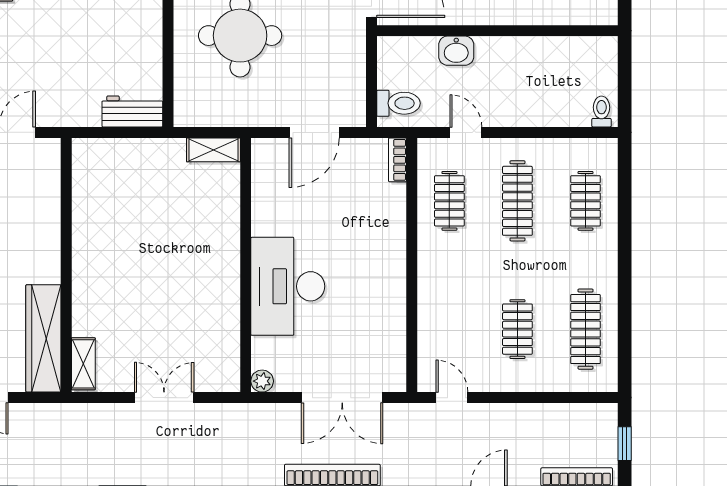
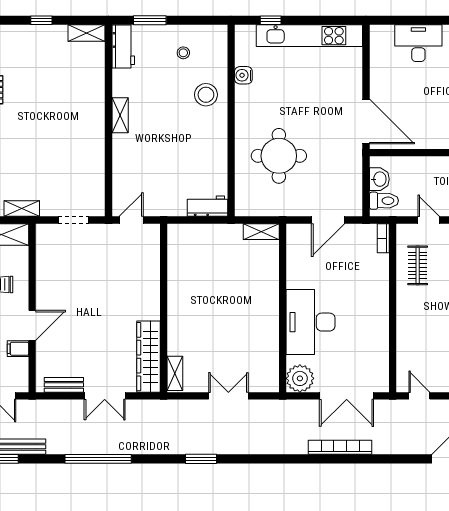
washbasin: (456, 51) -> (379, 179), moved, turned -90
plant: (262, 381) -> (300, 378), width x1.88, depth x1.88

